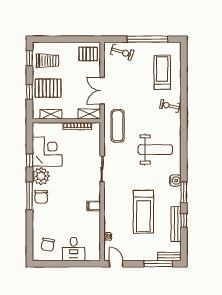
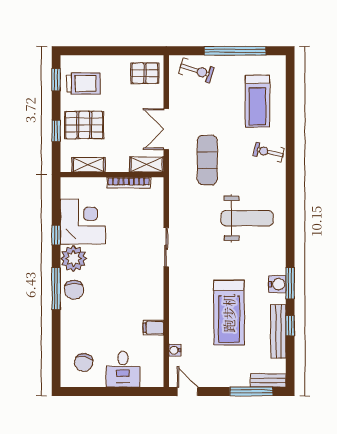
treadmill: (162, 72) -> (257, 101), turned 180
exercise mat: (118, 126) -> (207, 160), moved
water cooler: (175, 180) -> (277, 284), moved
filing cabinet: (94, 206) -> (153, 328), moved

